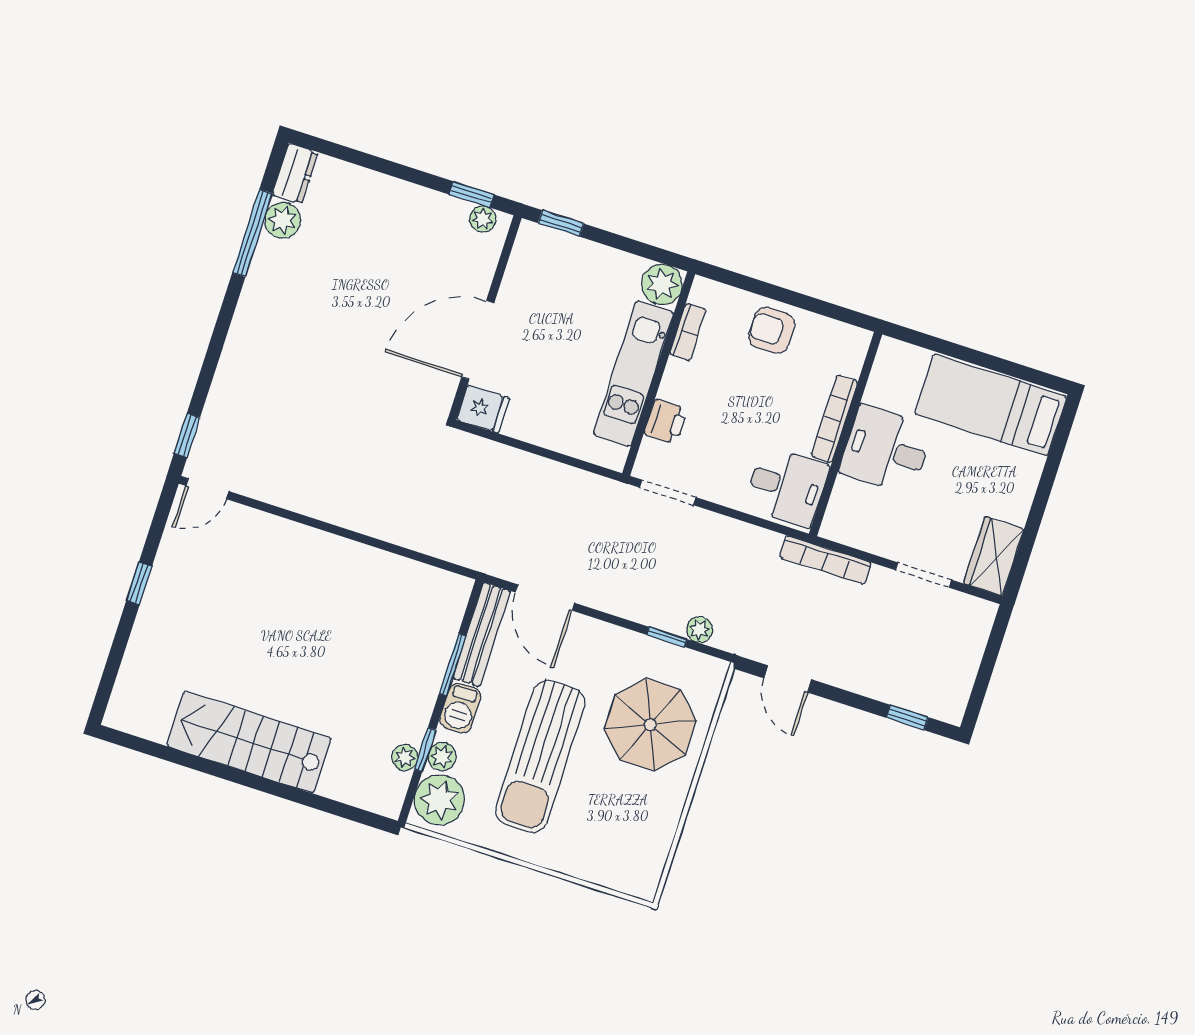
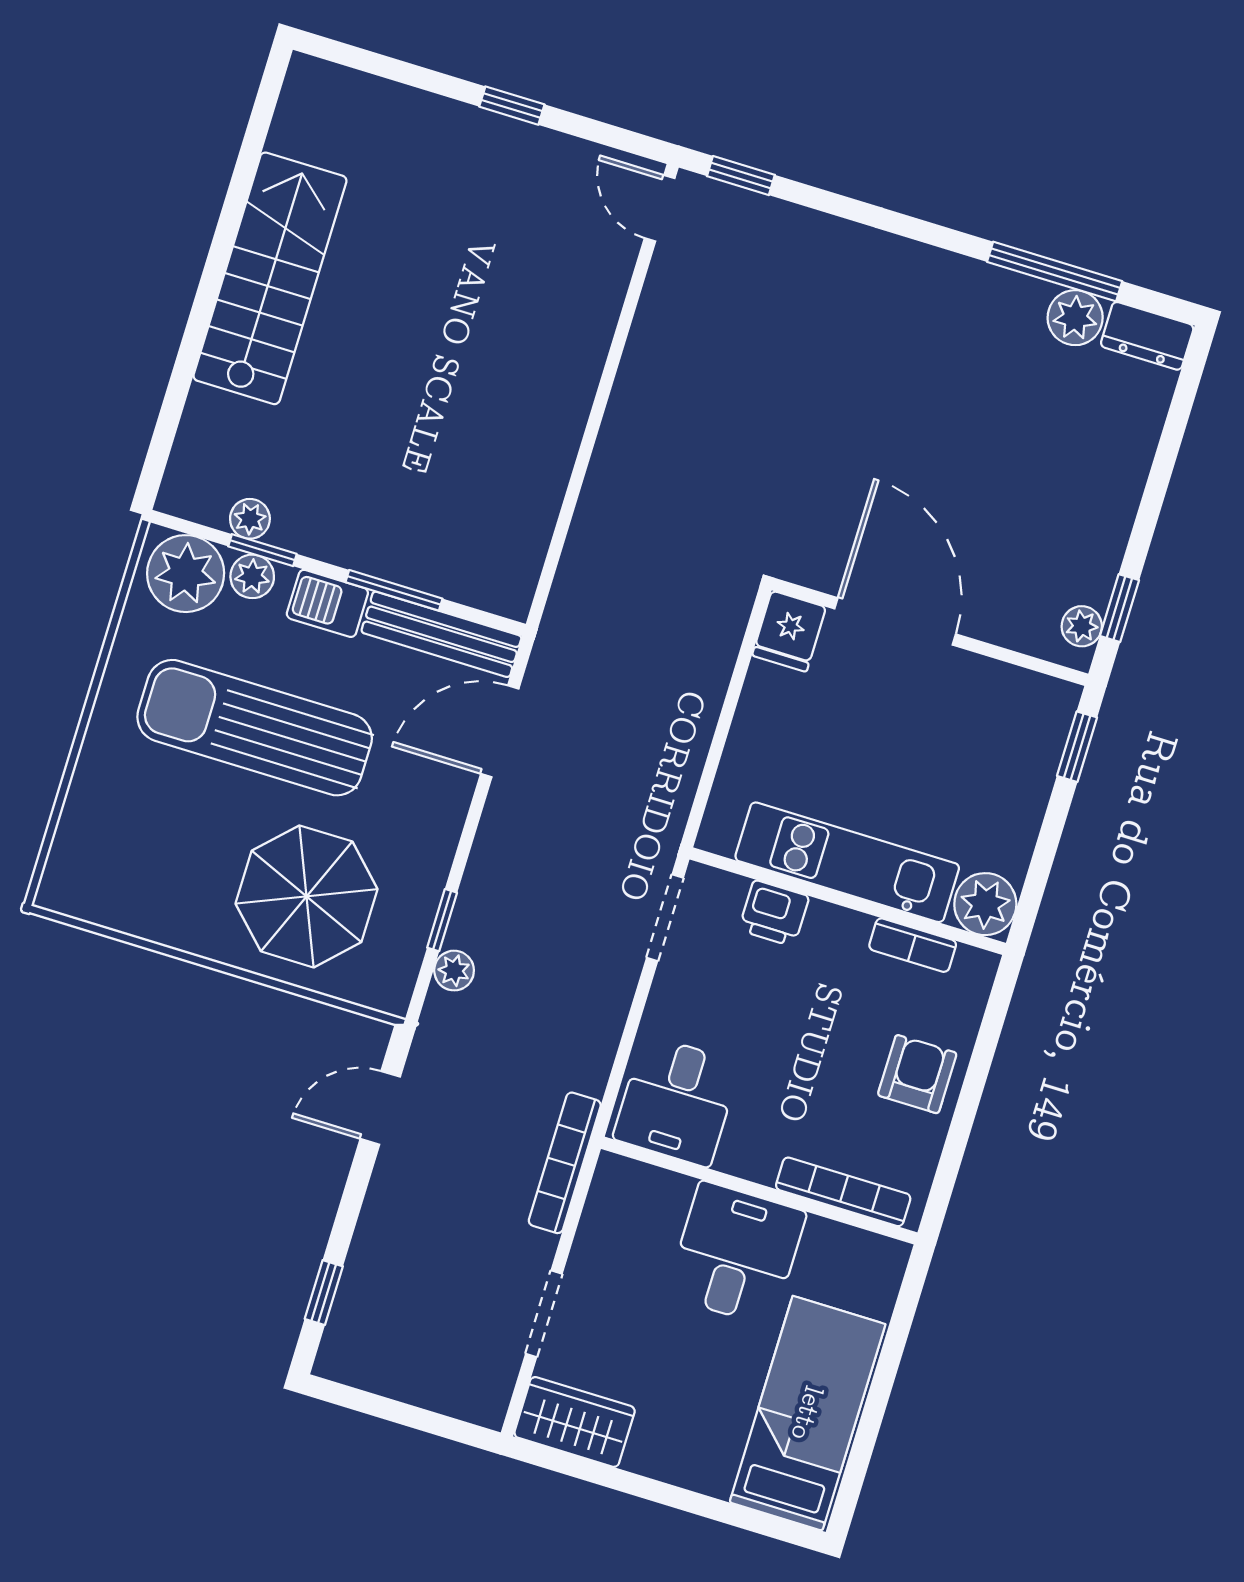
bookcase: (835, 419) -> (843, 1192), moved

